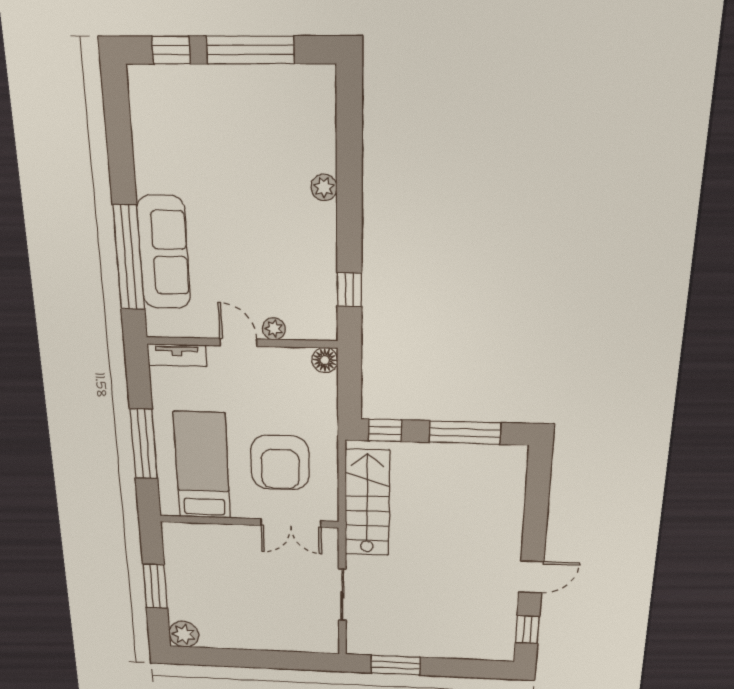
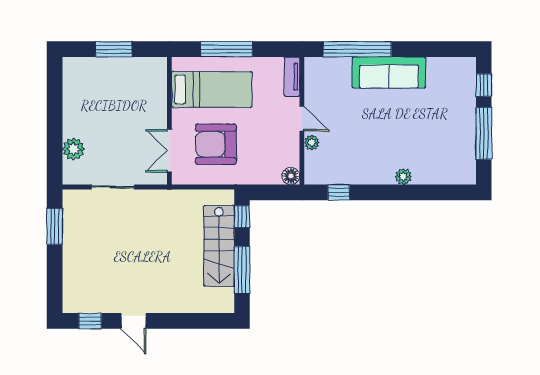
sofa: (164, 253) -> (389, 72), moved
door: (238, 342) -> (302, 119), hinge flipped
stairs: (367, 503) -> (219, 246), moved, turned 90
plant: (184, 634) -> (74, 149), moved

